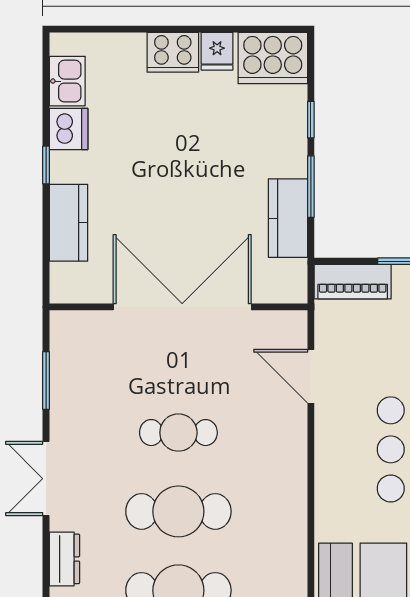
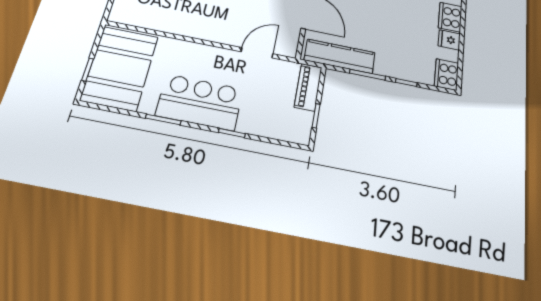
cooker: (273, 58) -> (446, 74), width x0.73, depth x0.76
kitchen counter: (288, 218) -> (340, 56), width x1.50

